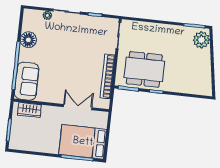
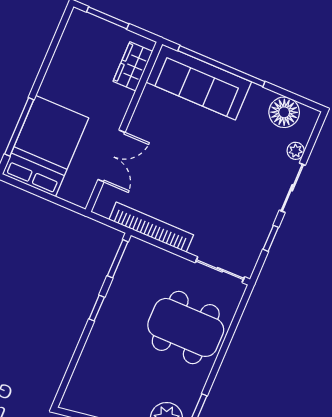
floor lamp: (28, 40) -> (284, 112), moved
dining table: (144, 69) -> (186, 327), moved, turned 90
sofa: (27, 81) -> (199, 82), width x1.36

